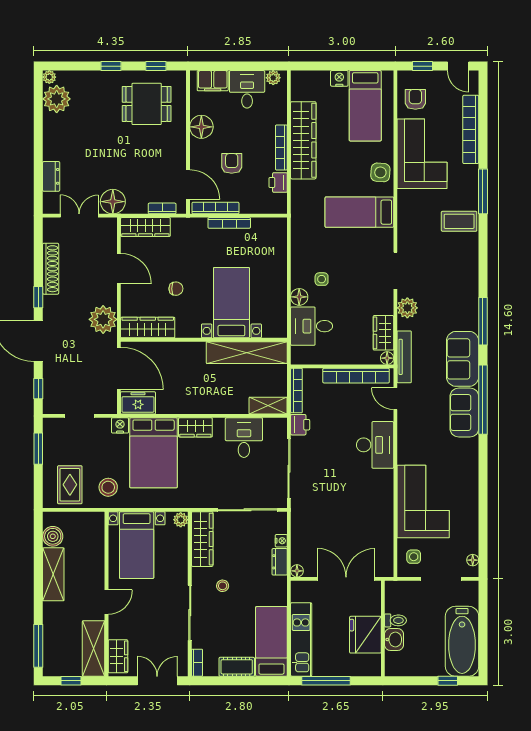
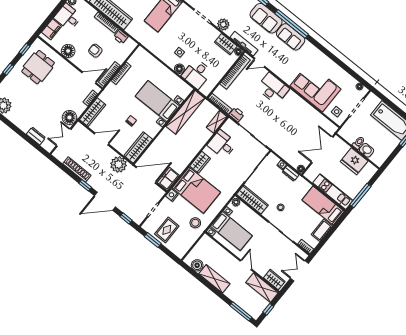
rug: (70, 485) -> (167, 230), moved, turned 90

